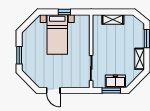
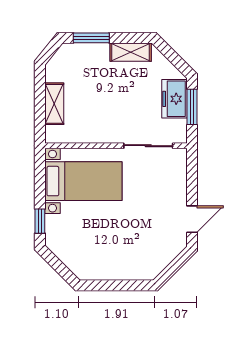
window: (64, 12) -> (40, 221), moved
bed with nightstands: (57, 34) -> (83, 181), moved
window: (19, 55) -> (124, 285), removed

